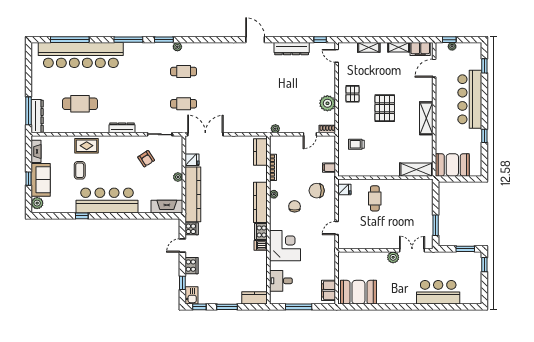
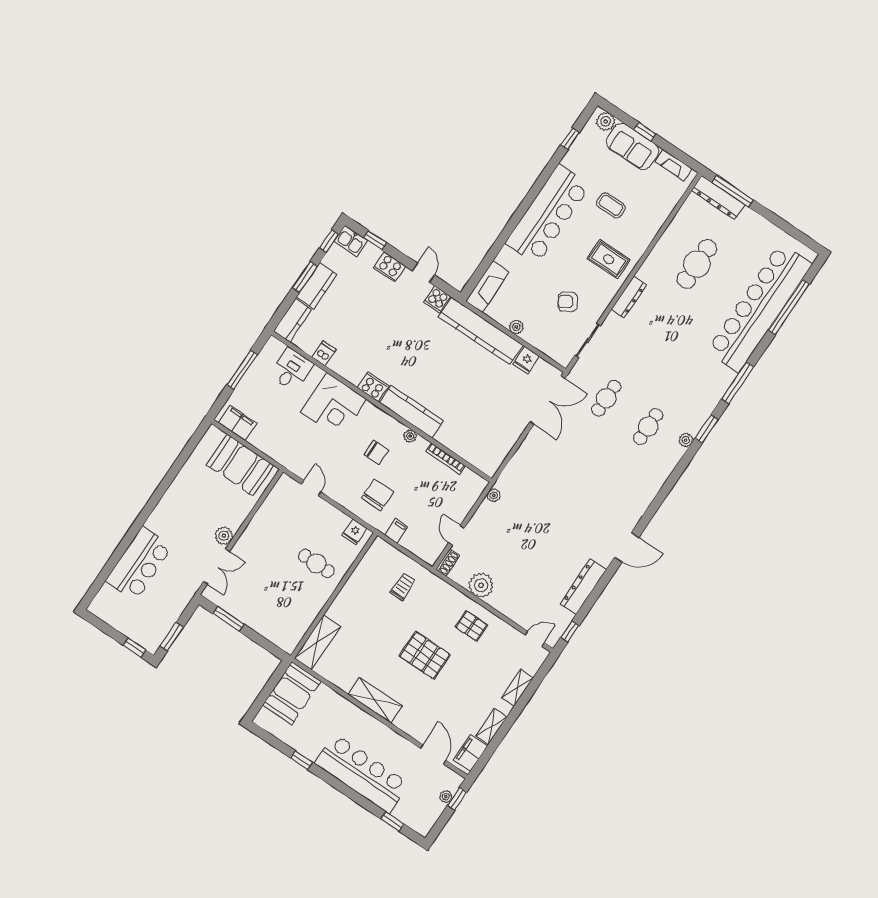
rug: (87, 146) -> (609, 259), moved, turned 90
kitchen counter: (260, 152) -> (317, 286), moved, turned 90
window: (82, 216) -> (570, 139), moved
dishwasher: (261, 245) -> (324, 353), moved
booth: (358, 292) -> (240, 465), moved, turned 90

